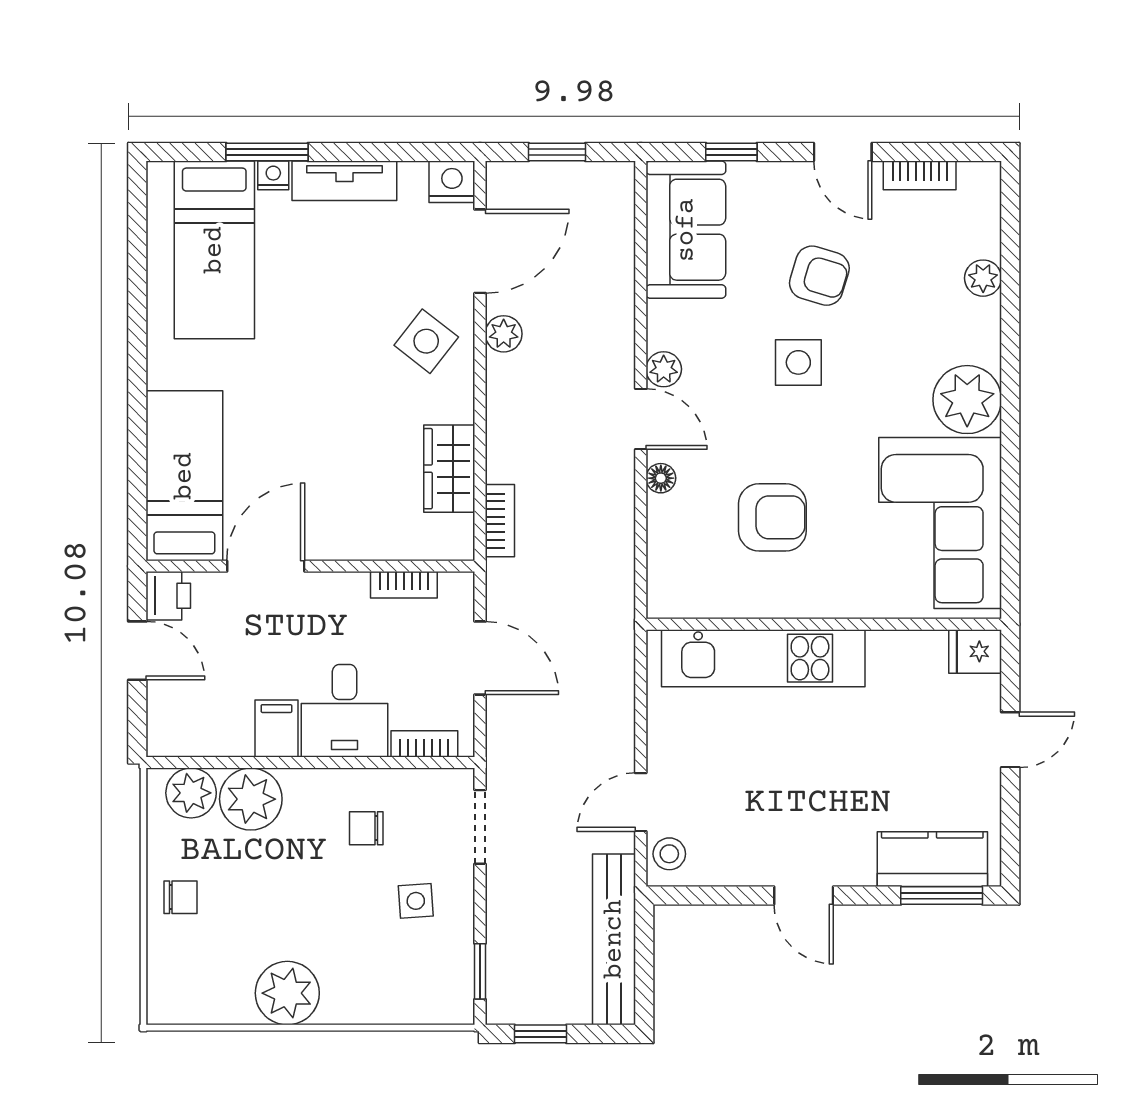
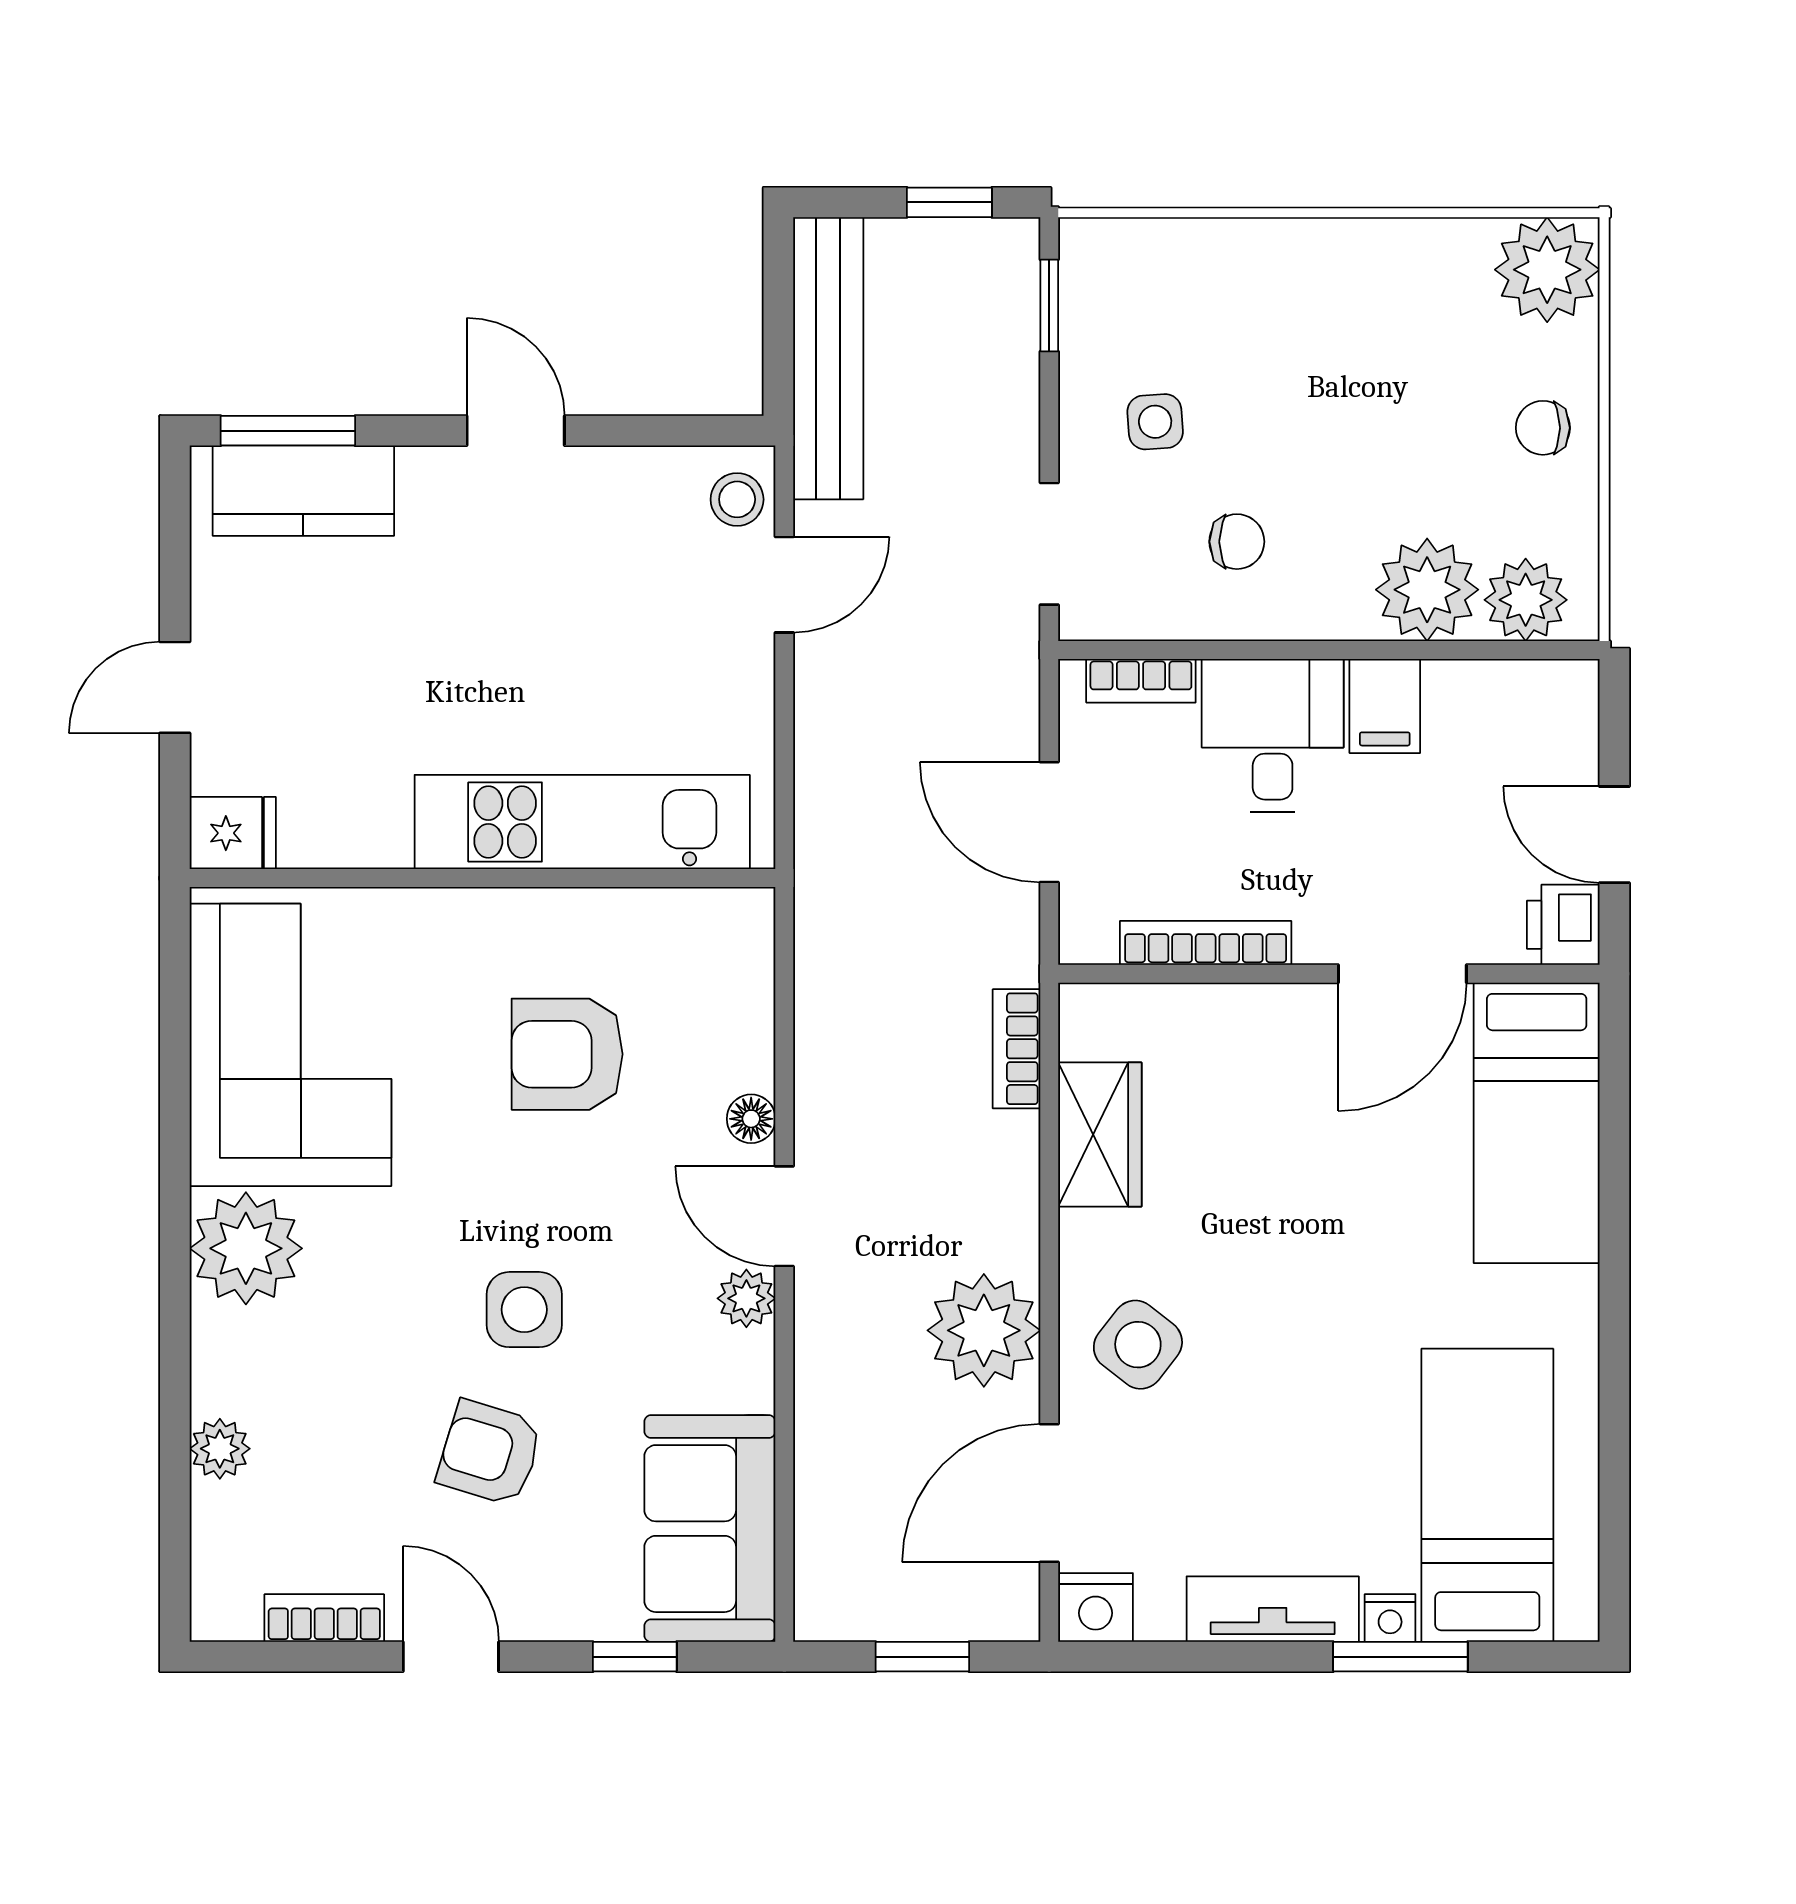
plant: (504, 334) -> (984, 1330), width x1.87, depth x1.87
bookcase: (404, 585) -> (1206, 943), width x1.56
plant: (287, 993) -> (1547, 270), moved

